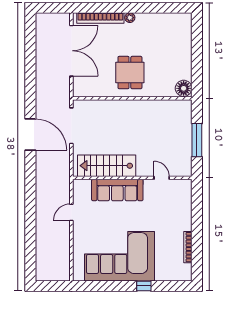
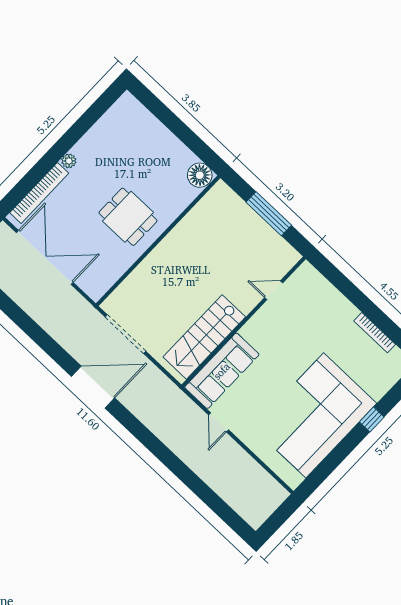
sofa: (117, 190) -> (222, 371), moved

